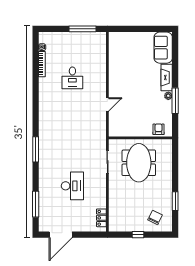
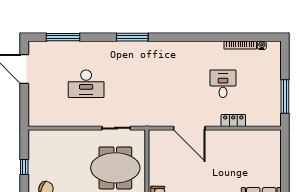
desk: (72, 78) -> (223, 84), turned 90
door: (107, 104) -> (189, 128), width x1.88
locker: (101, 218) -> (233, 121), moved

